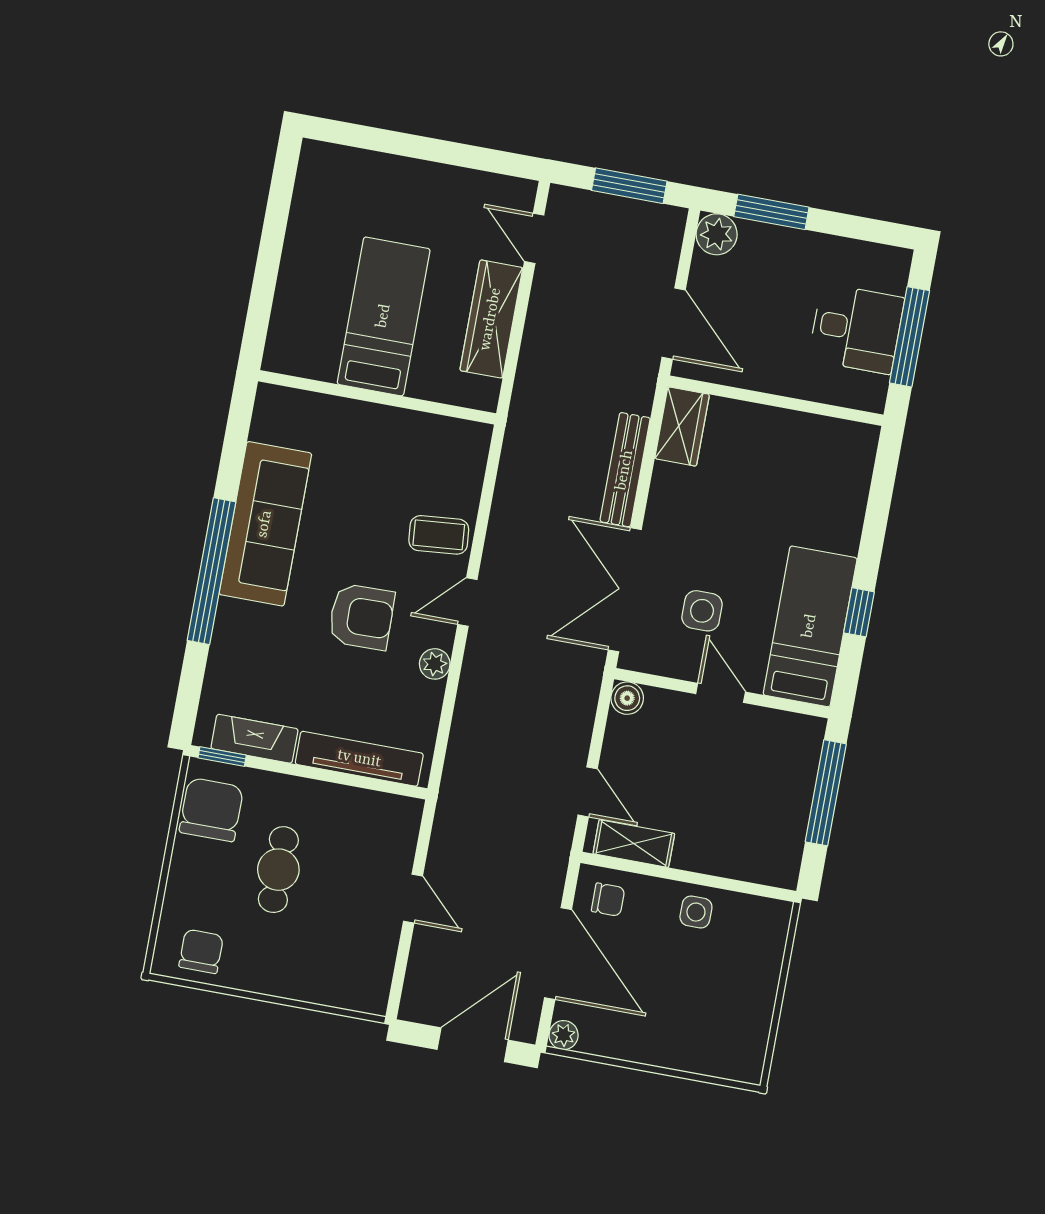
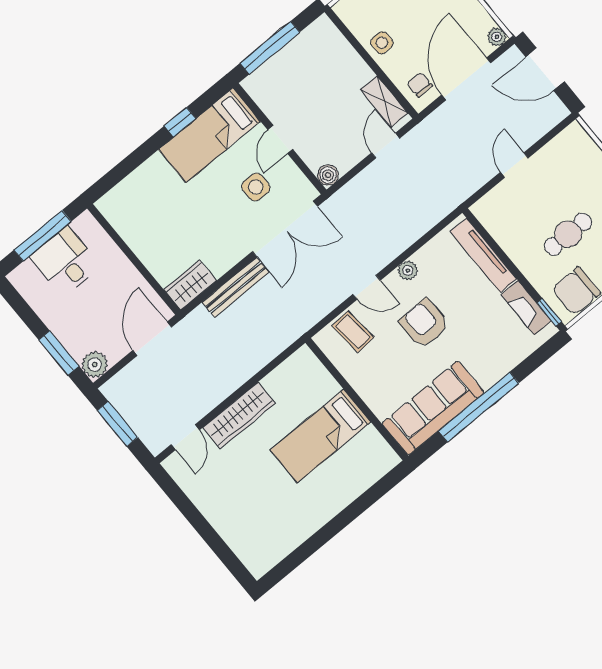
bed: (384, 316) -> (321, 436), moved
wall: (377, 397) -> (357, 399), moved

